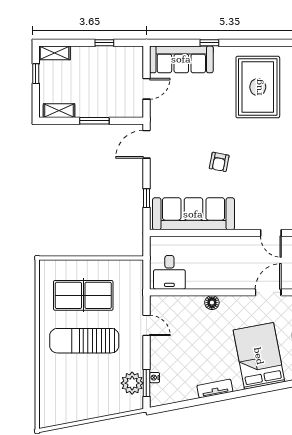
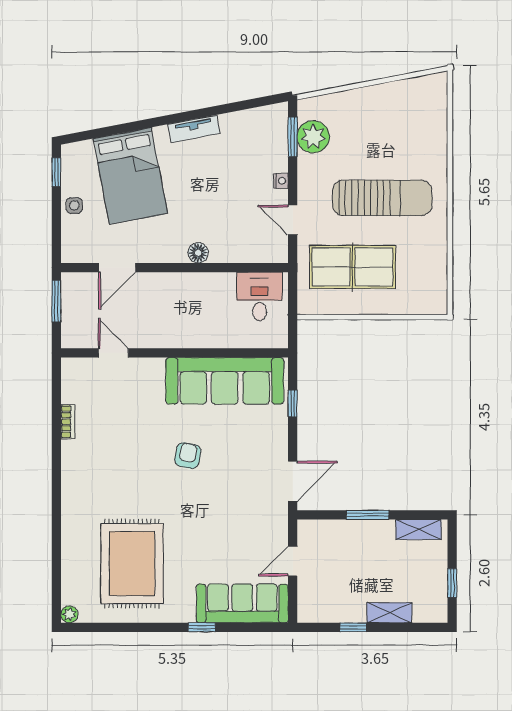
shelving: (54, 53) -> (389, 613), moved
table tennis table: (83, 295) -> (352, 267), moved
nightstand: (155, 378) -> (281, 181), moved

